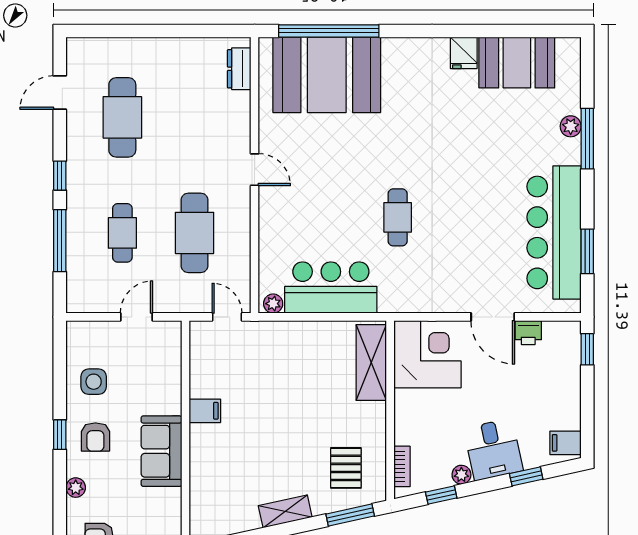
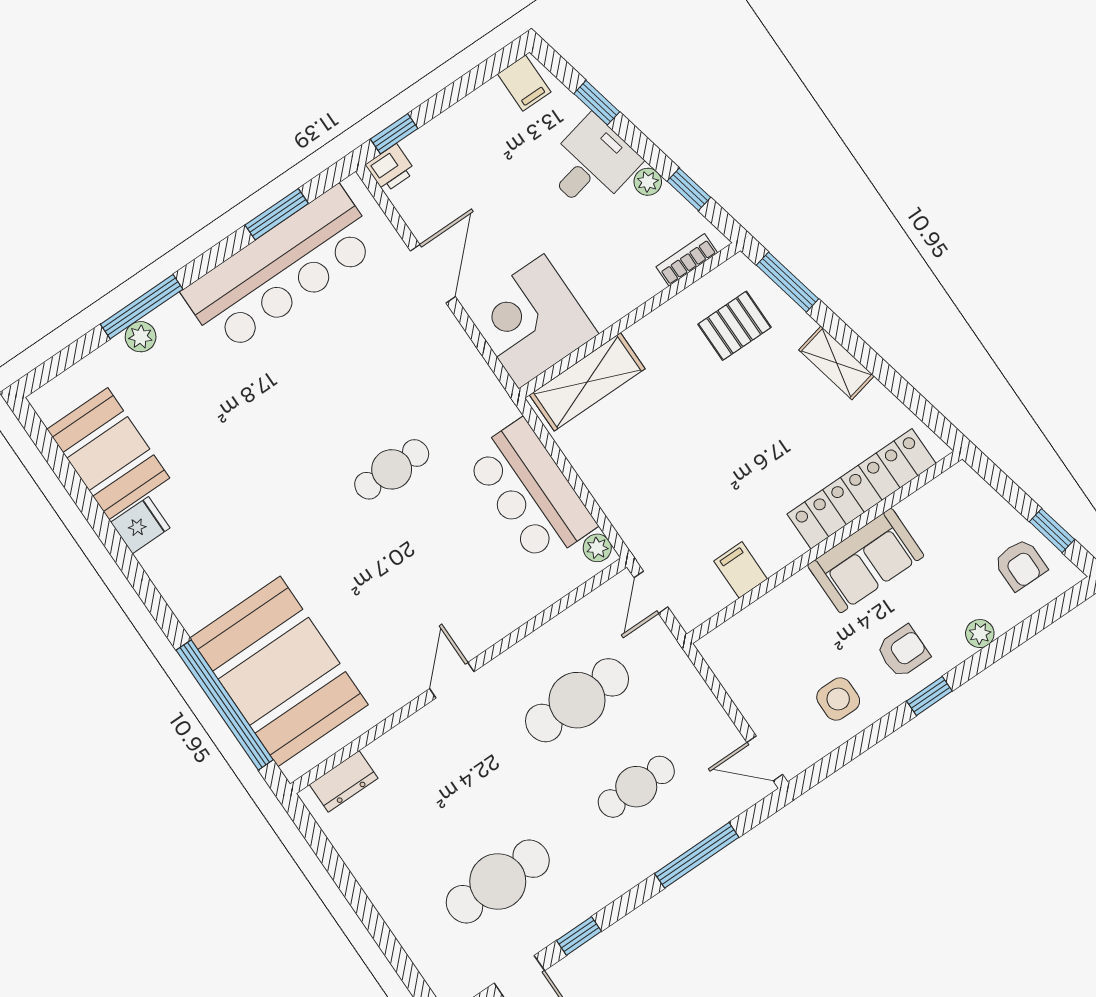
window: (60, 176) -> (579, 936), moved
door: (136, 317) -> (765, 758), moved
printer: (528, 333) -> (390, 168), moved, turned 90
filing cabinet: (205, 411) -> (741, 570), moved
locker: (204, 477) -> (861, 489), added

